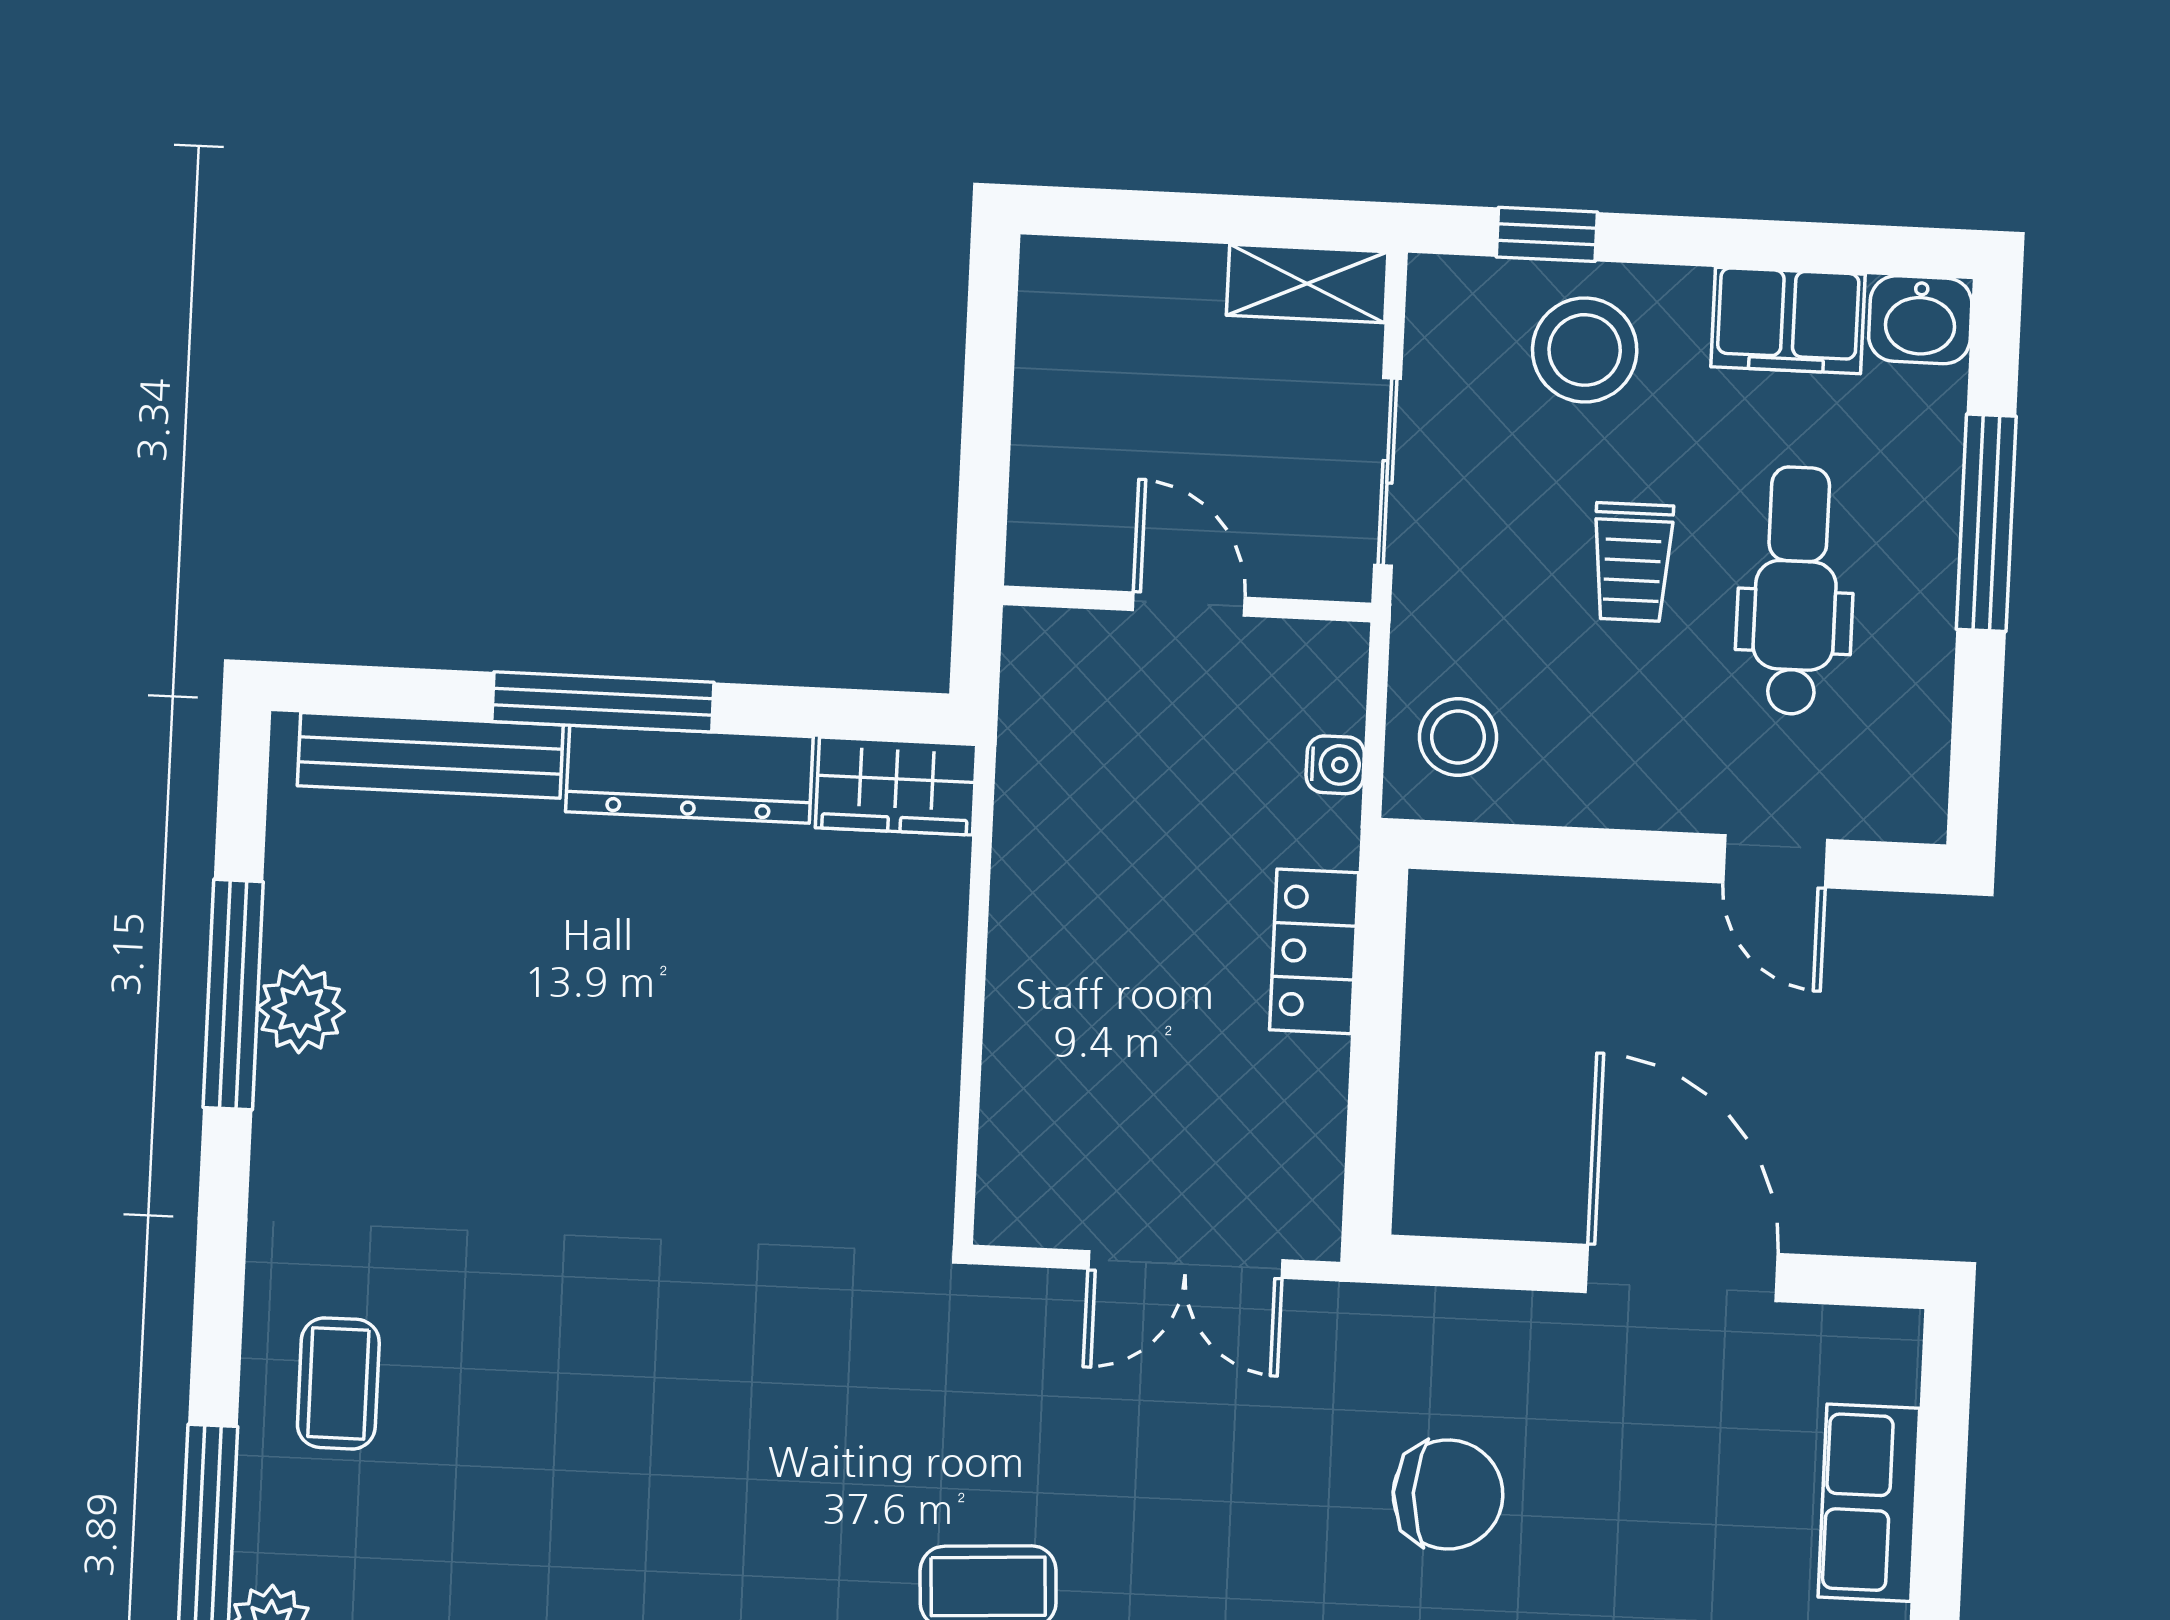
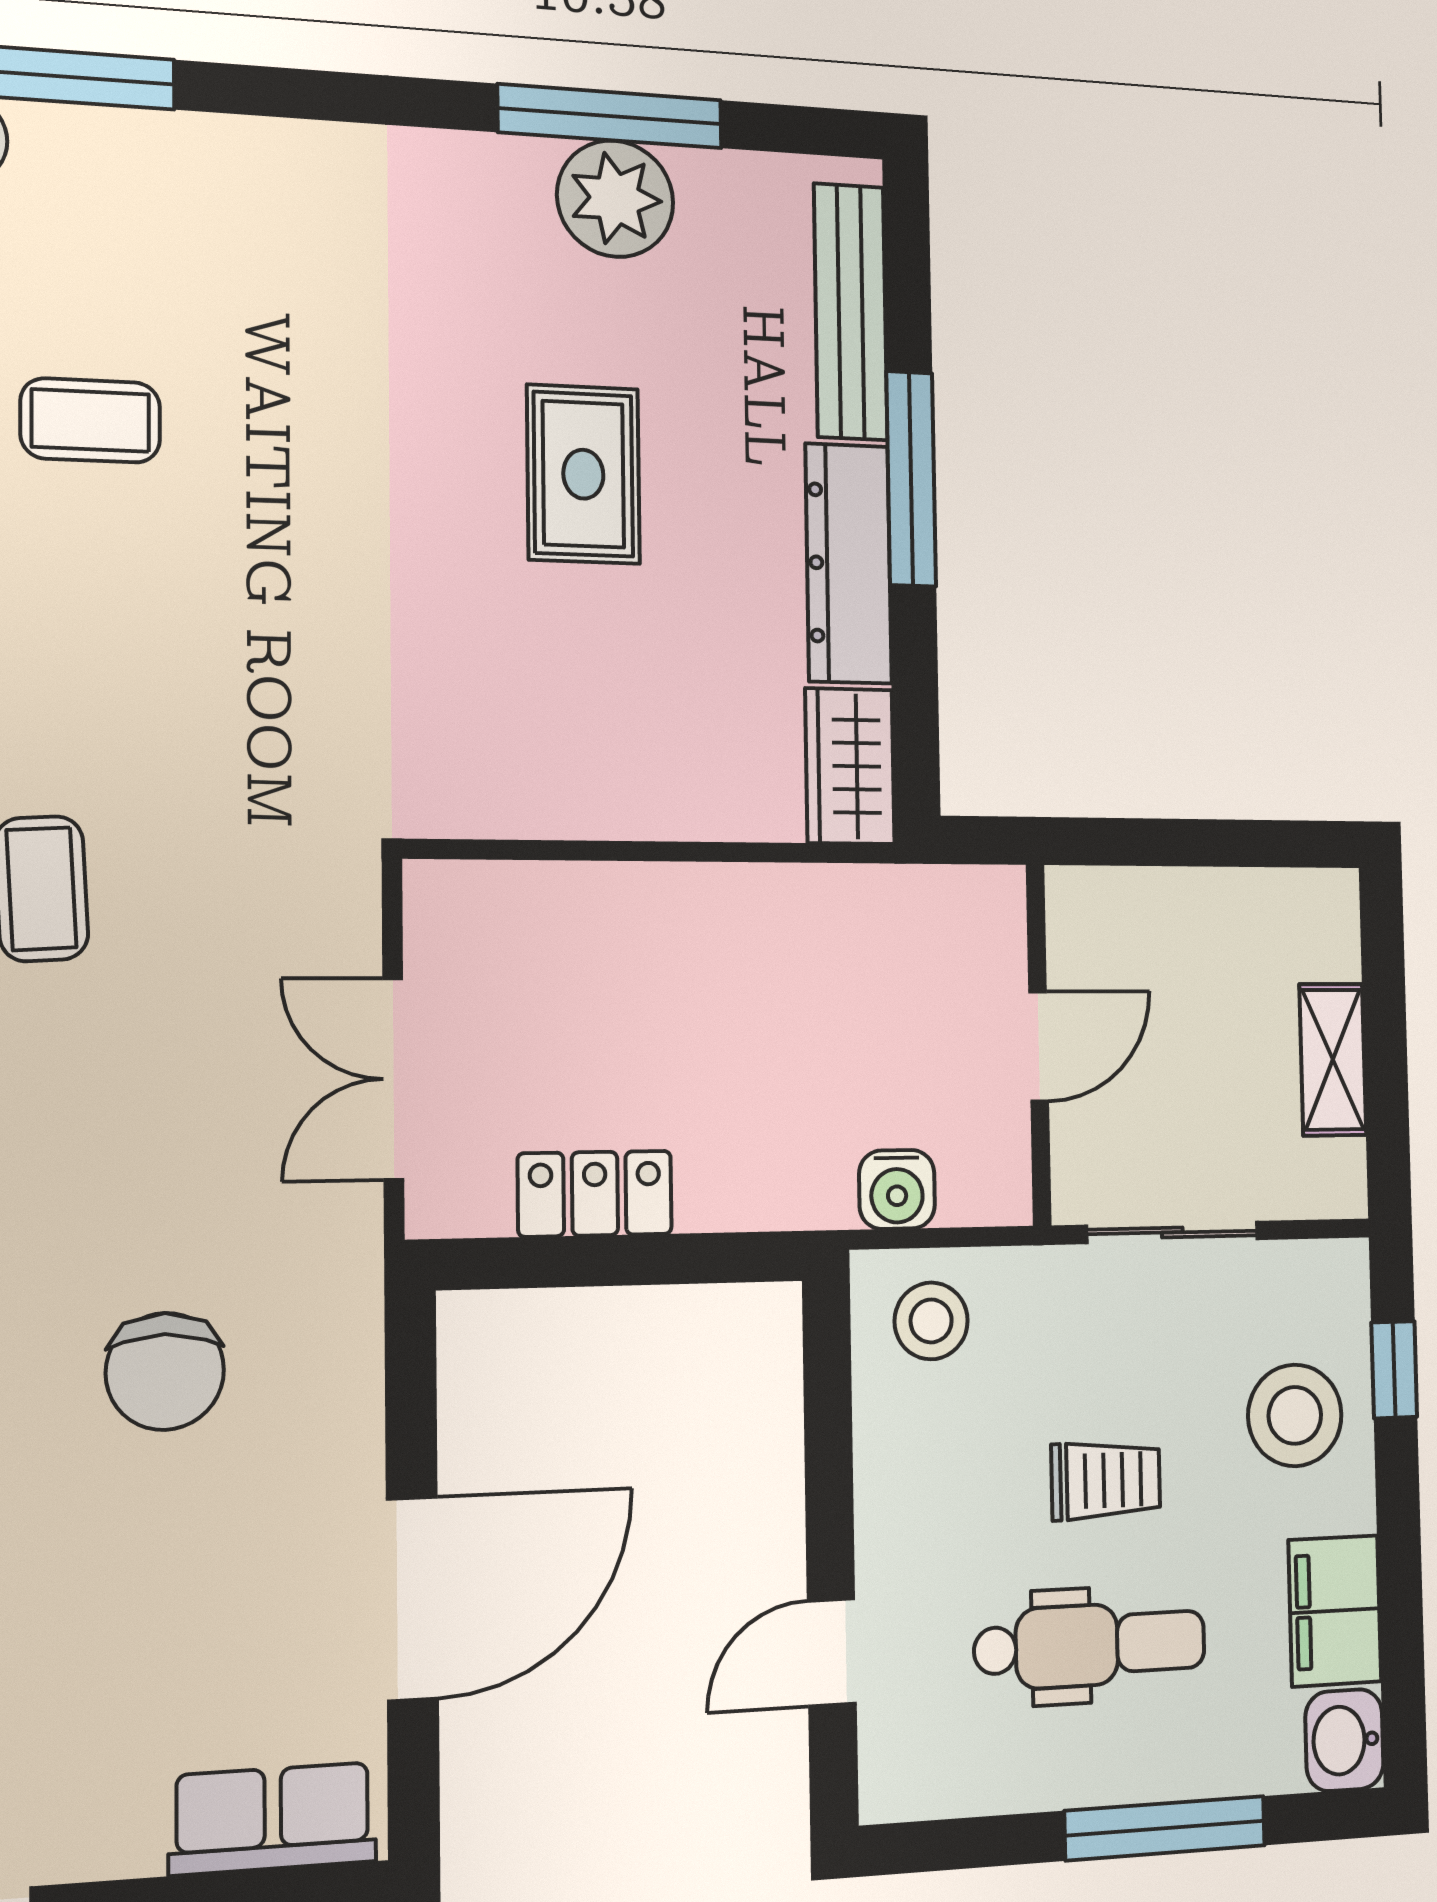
shelving: (1307, 284) -> (1333, 1060), moved
trolley: (1633, 562) -> (1106, 1480), turned 180
water cooler: (1335, 765) -> (897, 1189), width x1.38, depth x1.38
locker: (1314, 951) -> (595, 1194), moved
plant: (301, 1009) -> (615, 199), width x1.36, depth x1.36
rug: (596, 1043) -> (583, 474), added
coffee table: (338, 1383) -> (90, 420), moved
row of seats: (1869, 1503) -> (273, 1819), moved

